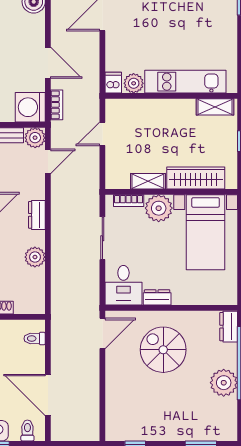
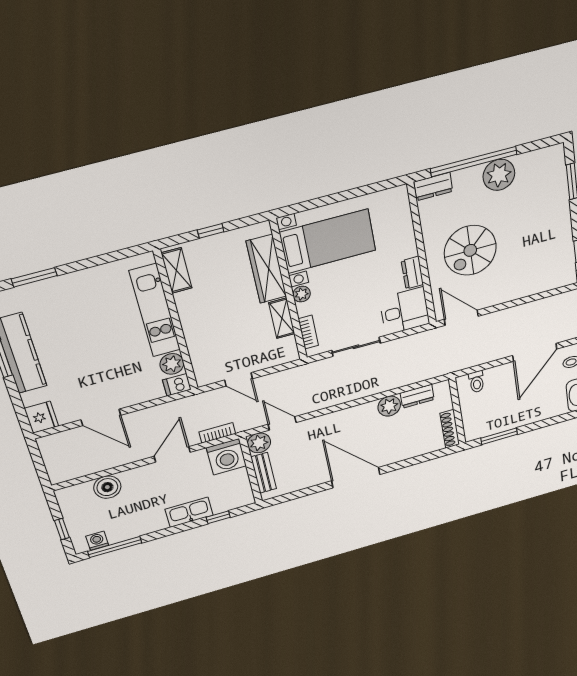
plant: (159, 208) -> (302, 294), width x0.53, depth x0.53
dresser: (37, 215) -> (417, 396), moved

